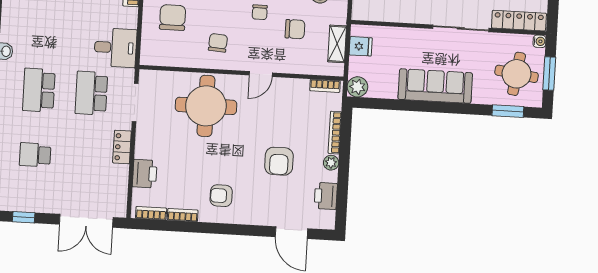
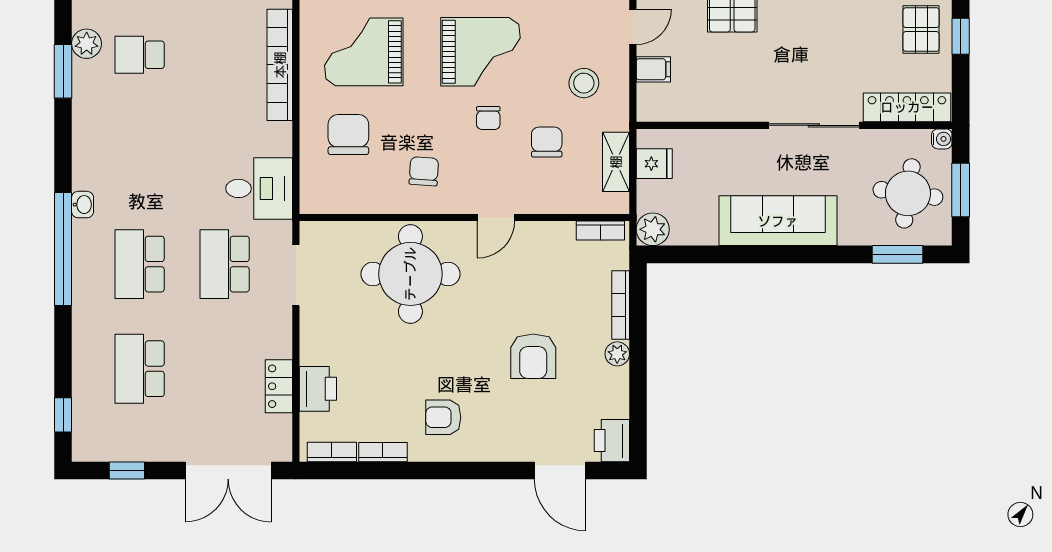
chair: (295, 29) -> (547, 142), turned -90
locker: (122, 147) -> (279, 386), moved
school desk: (35, 155) -> (140, 369), width x1.85
printer: (326, 196) -> (612, 441), moved

